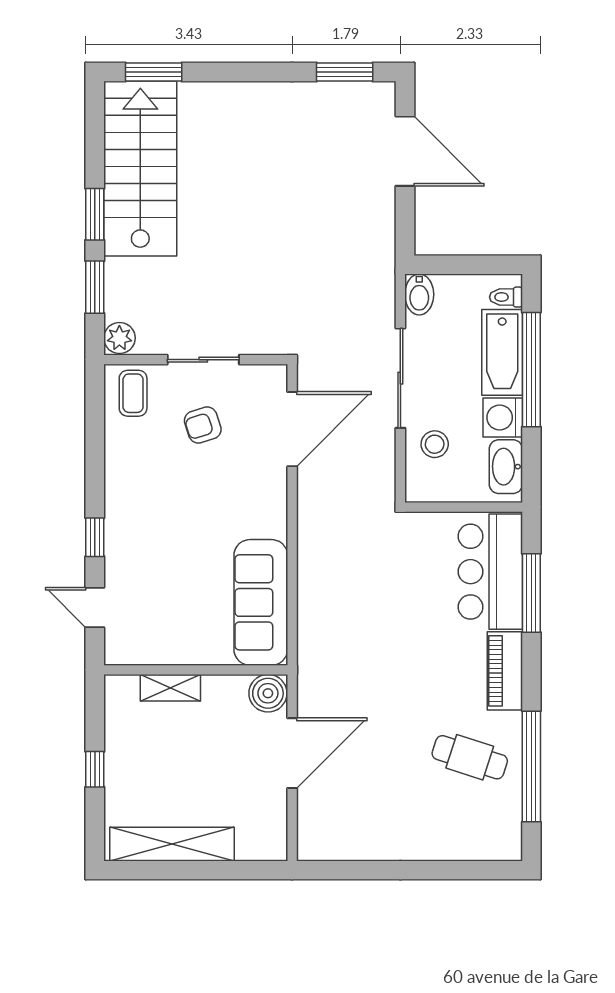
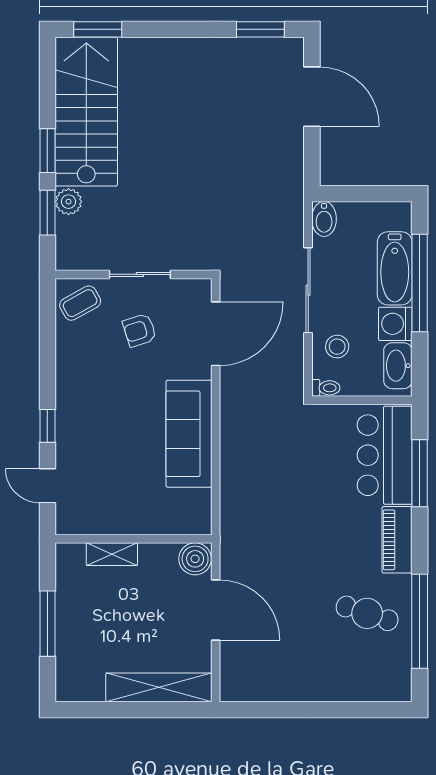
toilet: (506, 297) -> (326, 388), moved, turned 180
plant: (119, 338) -> (69, 202), moved
coffee table: (133, 393) -> (80, 303), turned 61
sofa: (261, 602) -> (189, 434), moved
door: (292, 753) -> (216, 610), hinge flipped
window: (95, 769) -> (47, 624), width x2.17
shelving: (172, 844) -> (159, 687), moved

